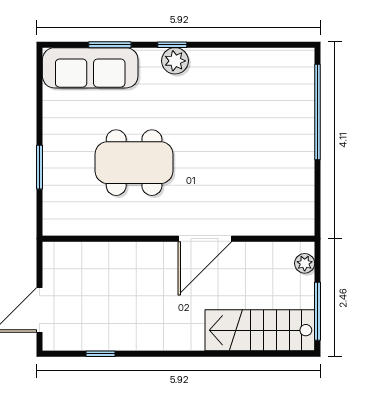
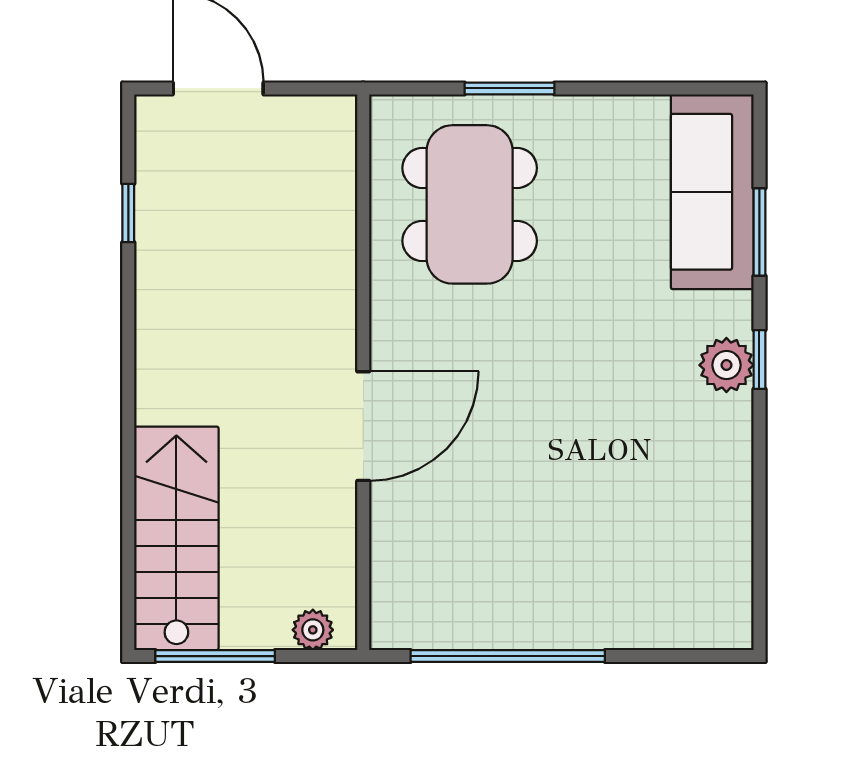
window: (317, 112) -> (508, 656), moved
dining table: (134, 163) -> (470, 204), moved
door: (205, 239) -> (363, 426), swing flipped

